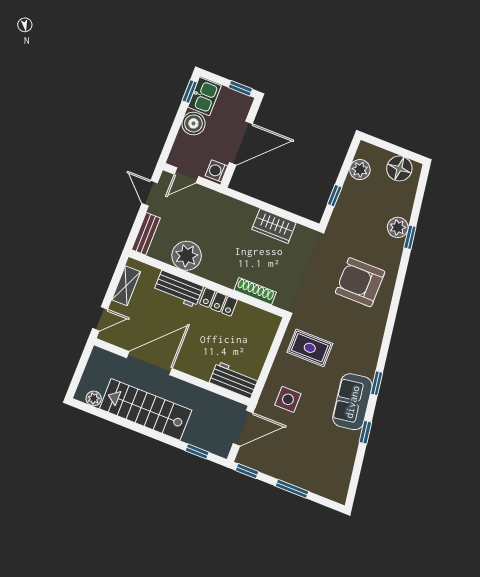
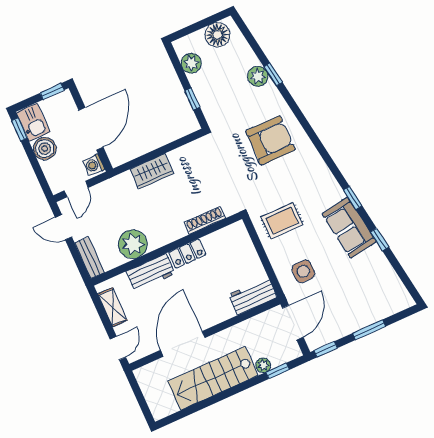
wardrobe: (274, 226) -> (152, 171), moved
armchair: (360, 282) -> (270, 140), turned 180
plant: (94, 398) -> (263, 365), moved

